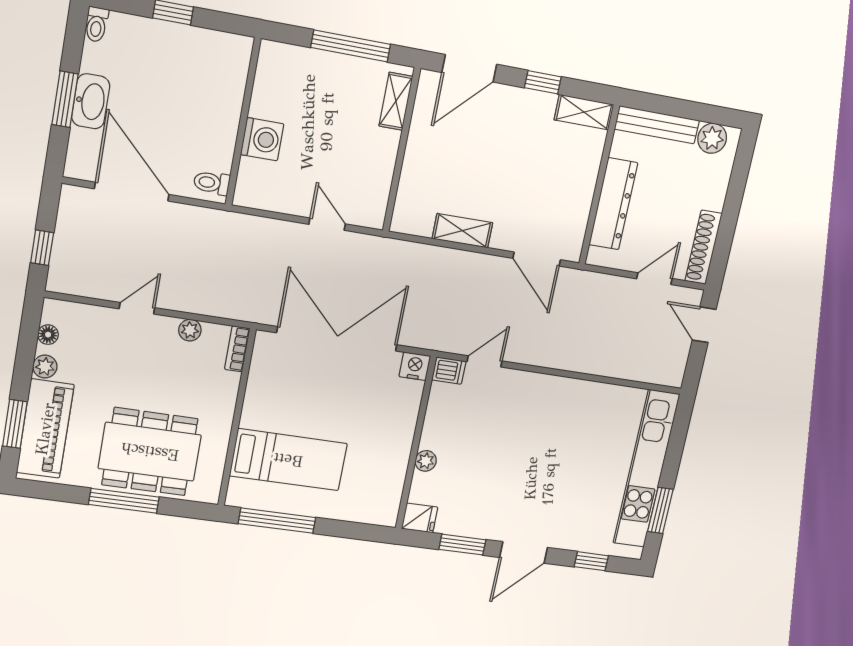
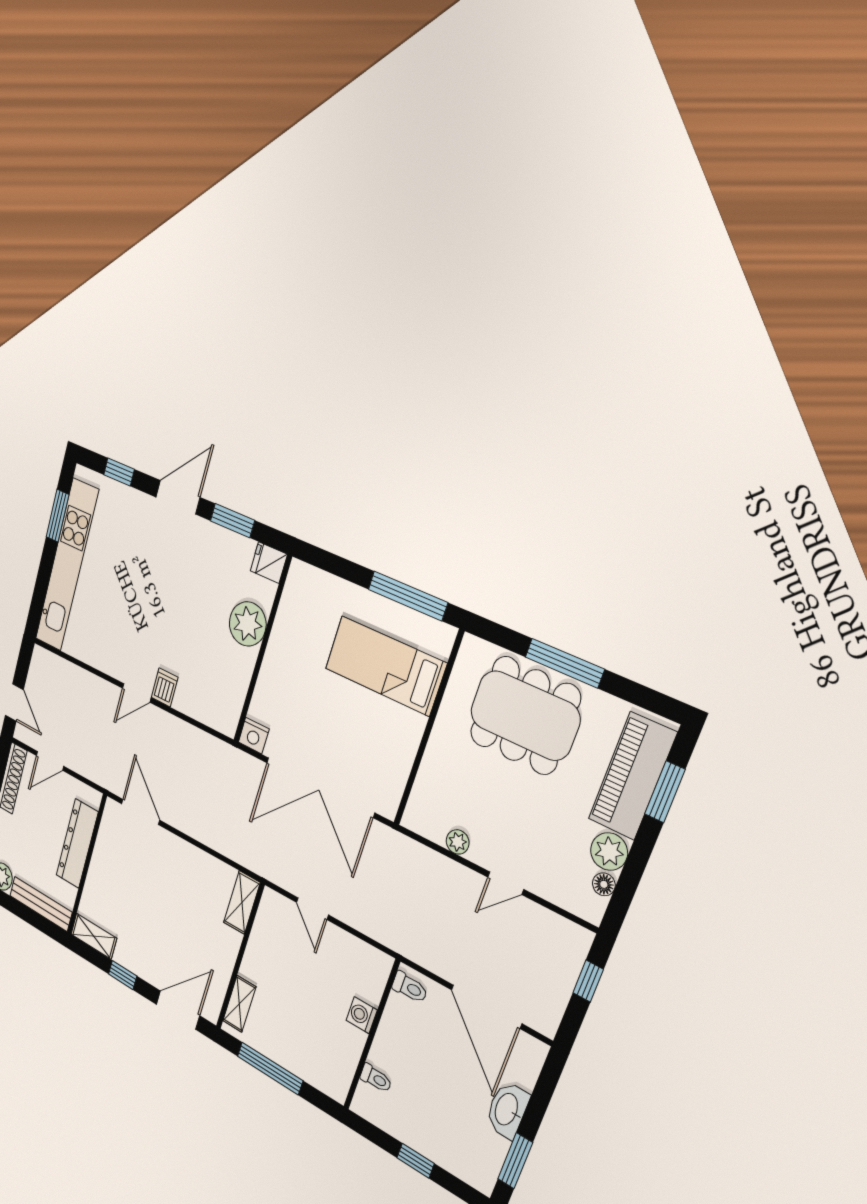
toilet: (97, 24) -> (376, 1078), moved, turned 90
window: (65, 99) -> (515, 1161), moved
washing machine: (262, 139) -> (362, 1015), width x0.73, depth x0.73
shelving: (462, 231) -> (242, 903), moved, turned 90
bookcase: (237, 349) -> (415, 807), removed
door: (485, 361) -> (137, 693), moved
plant: (45, 367) -> (609, 852), width x1.38, depth x1.38
dishwasher: (449, 371) -> (165, 687), moved, turned 90
plant: (426, 461) -> (248, 624), width x1.88, depth x1.88

